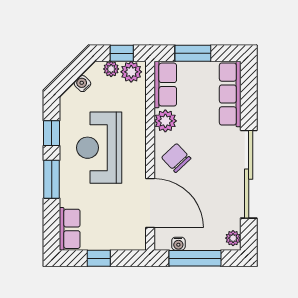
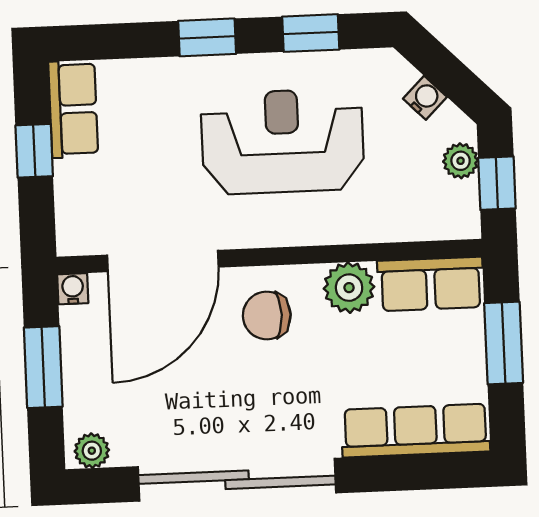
plant: (131, 72) -> (456, 206), removed
chair: (176, 158) -> (267, 315), turned -137
window: (52, 179) -> (207, 37), width x0.67
row of seats: (70, 229) -> (73, 109), moved, turned -90
water cooler: (178, 244) -> (73, 289), moved, turned 90
window: (195, 258) -> (43, 367), width x0.69

